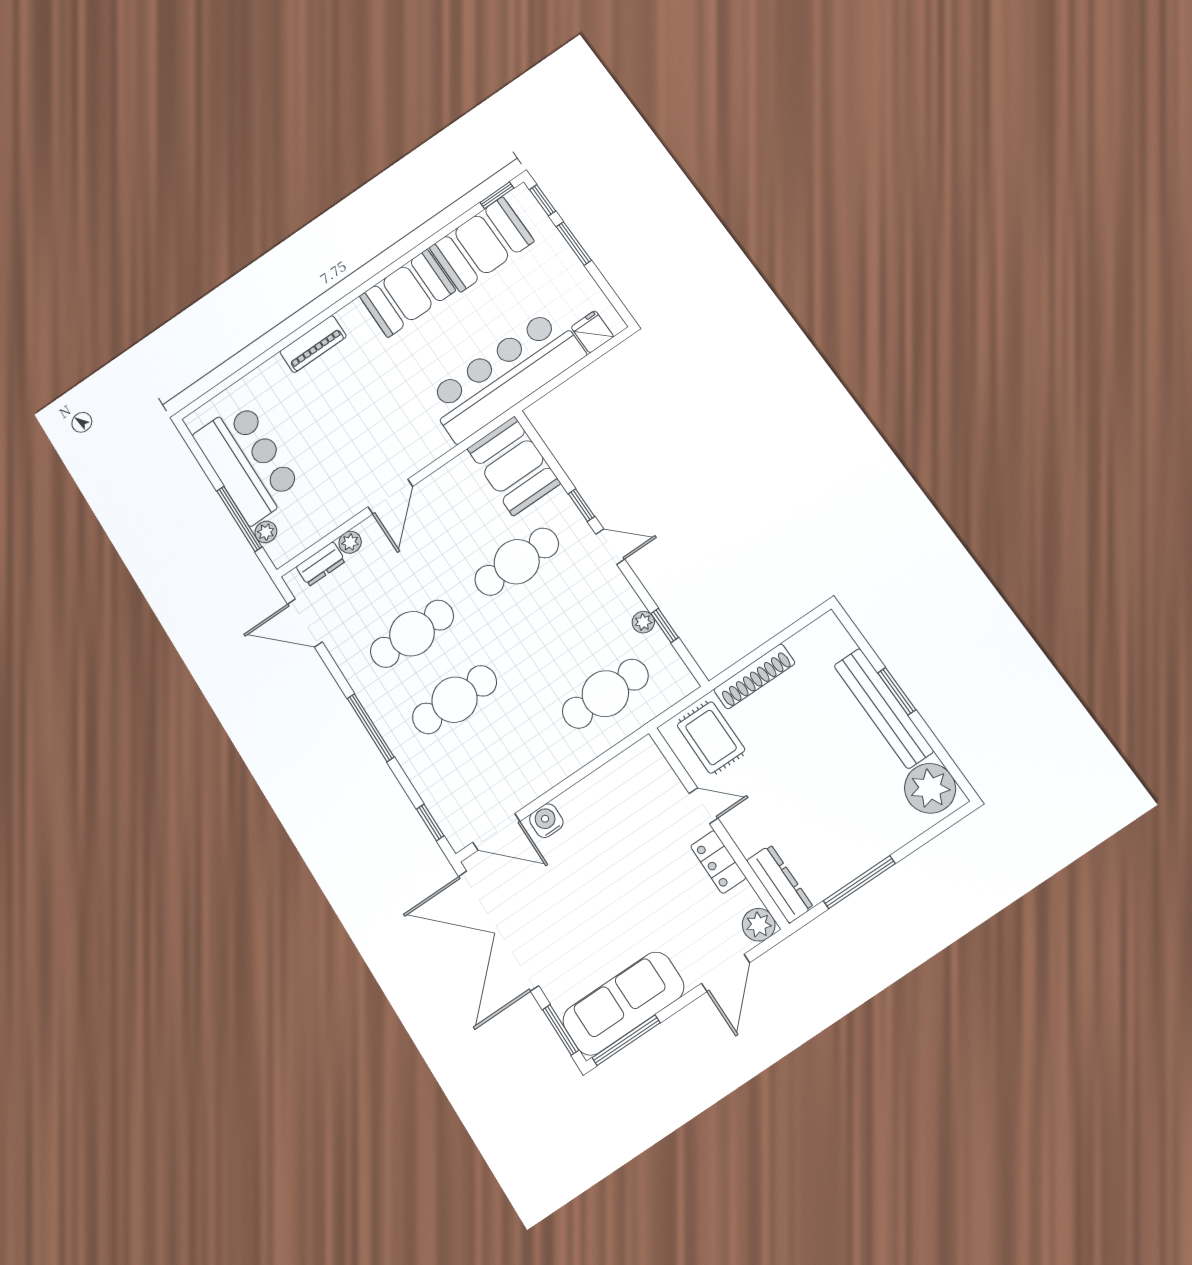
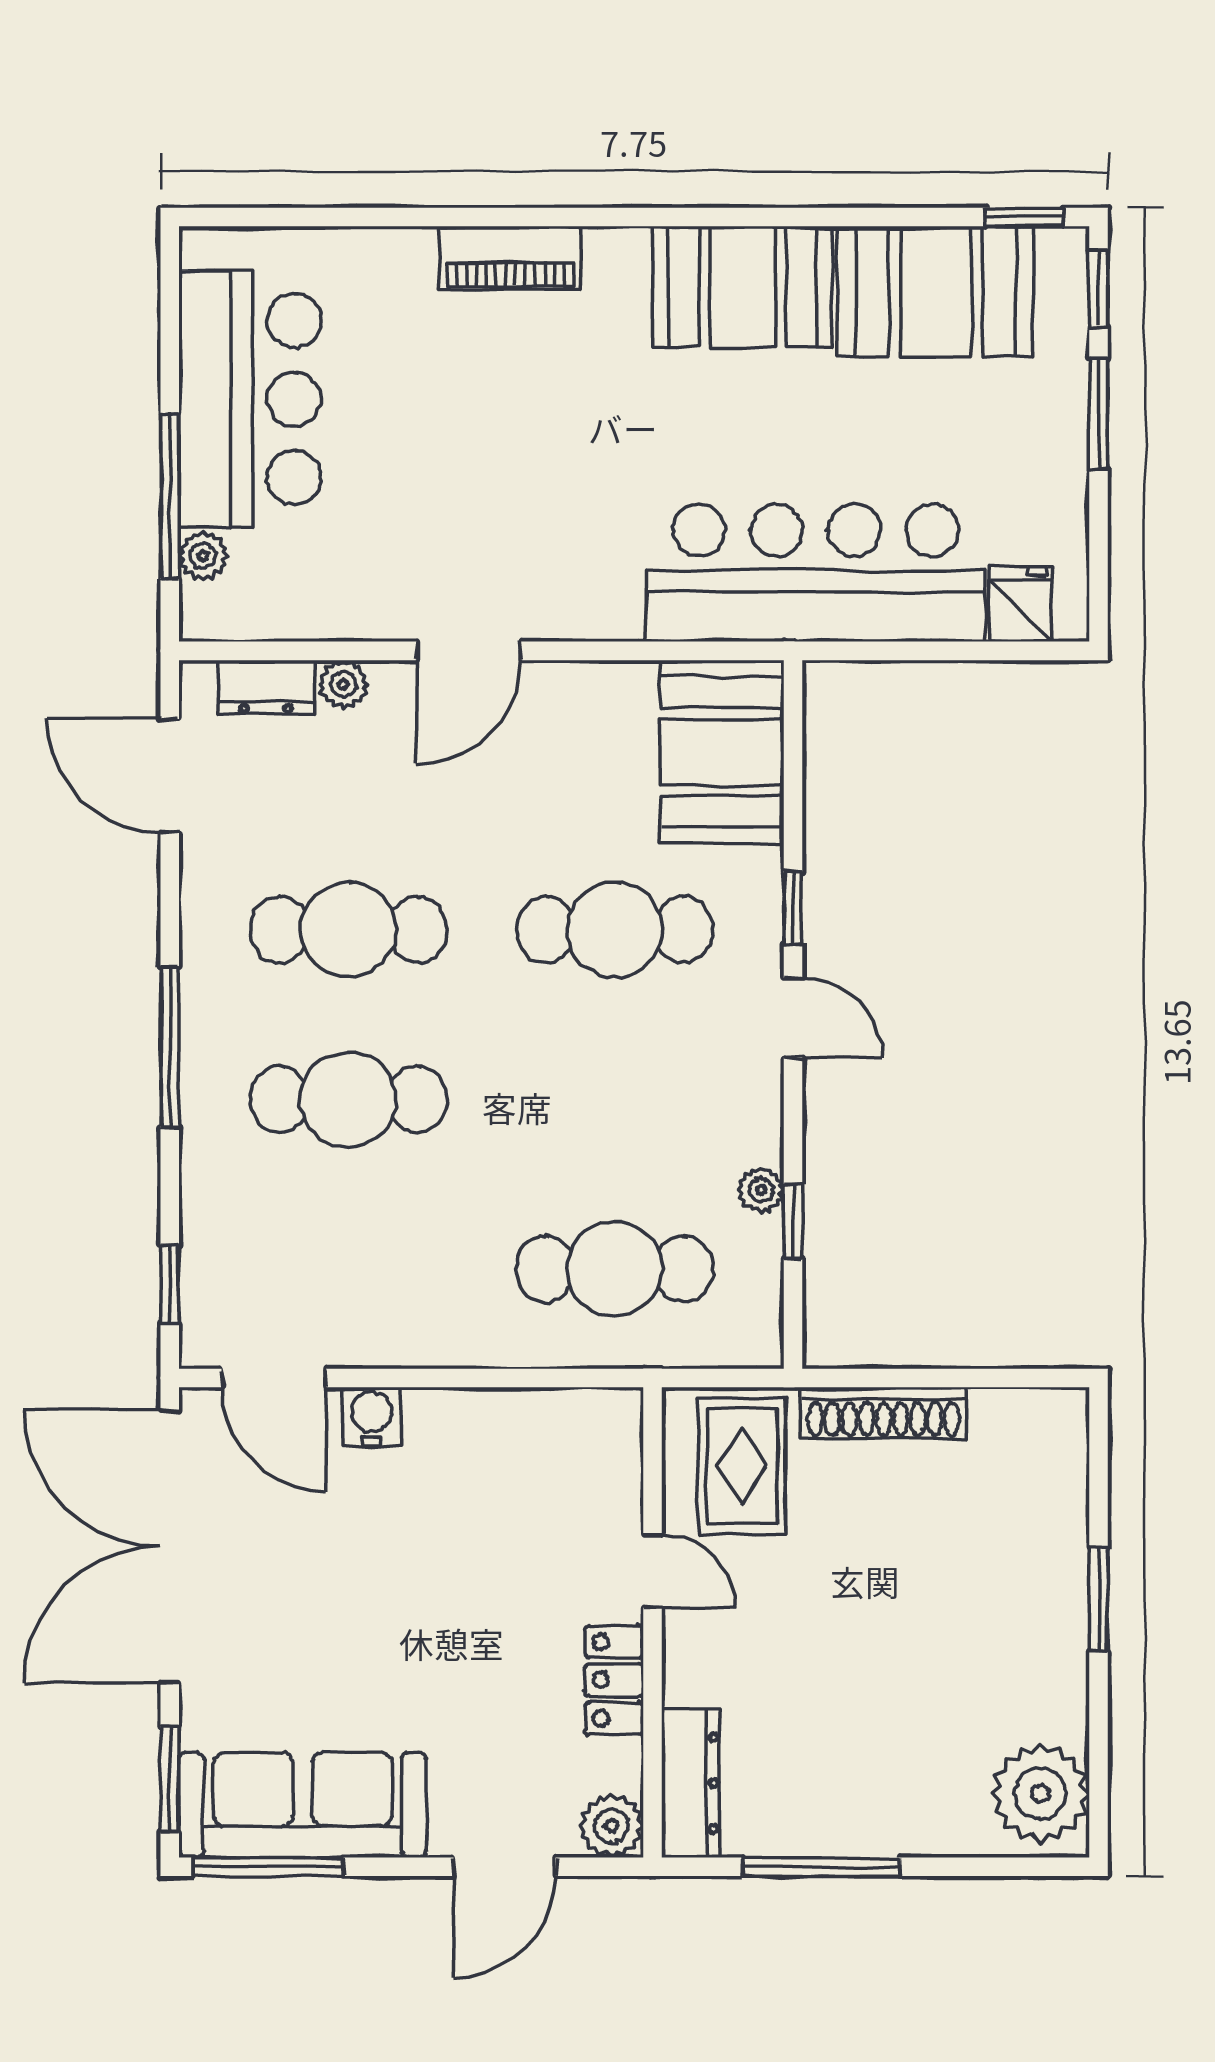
bench: (884, 708) -> (1058, 1612), removed

